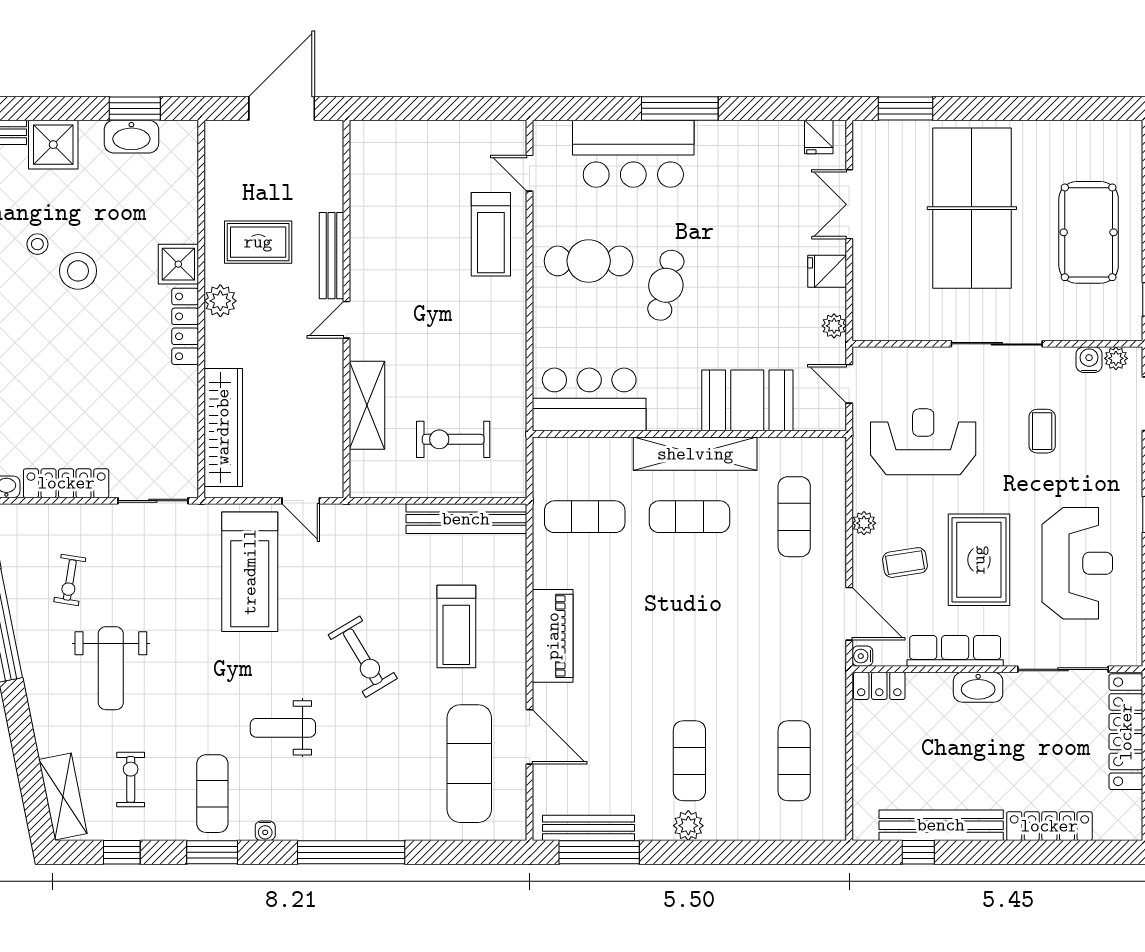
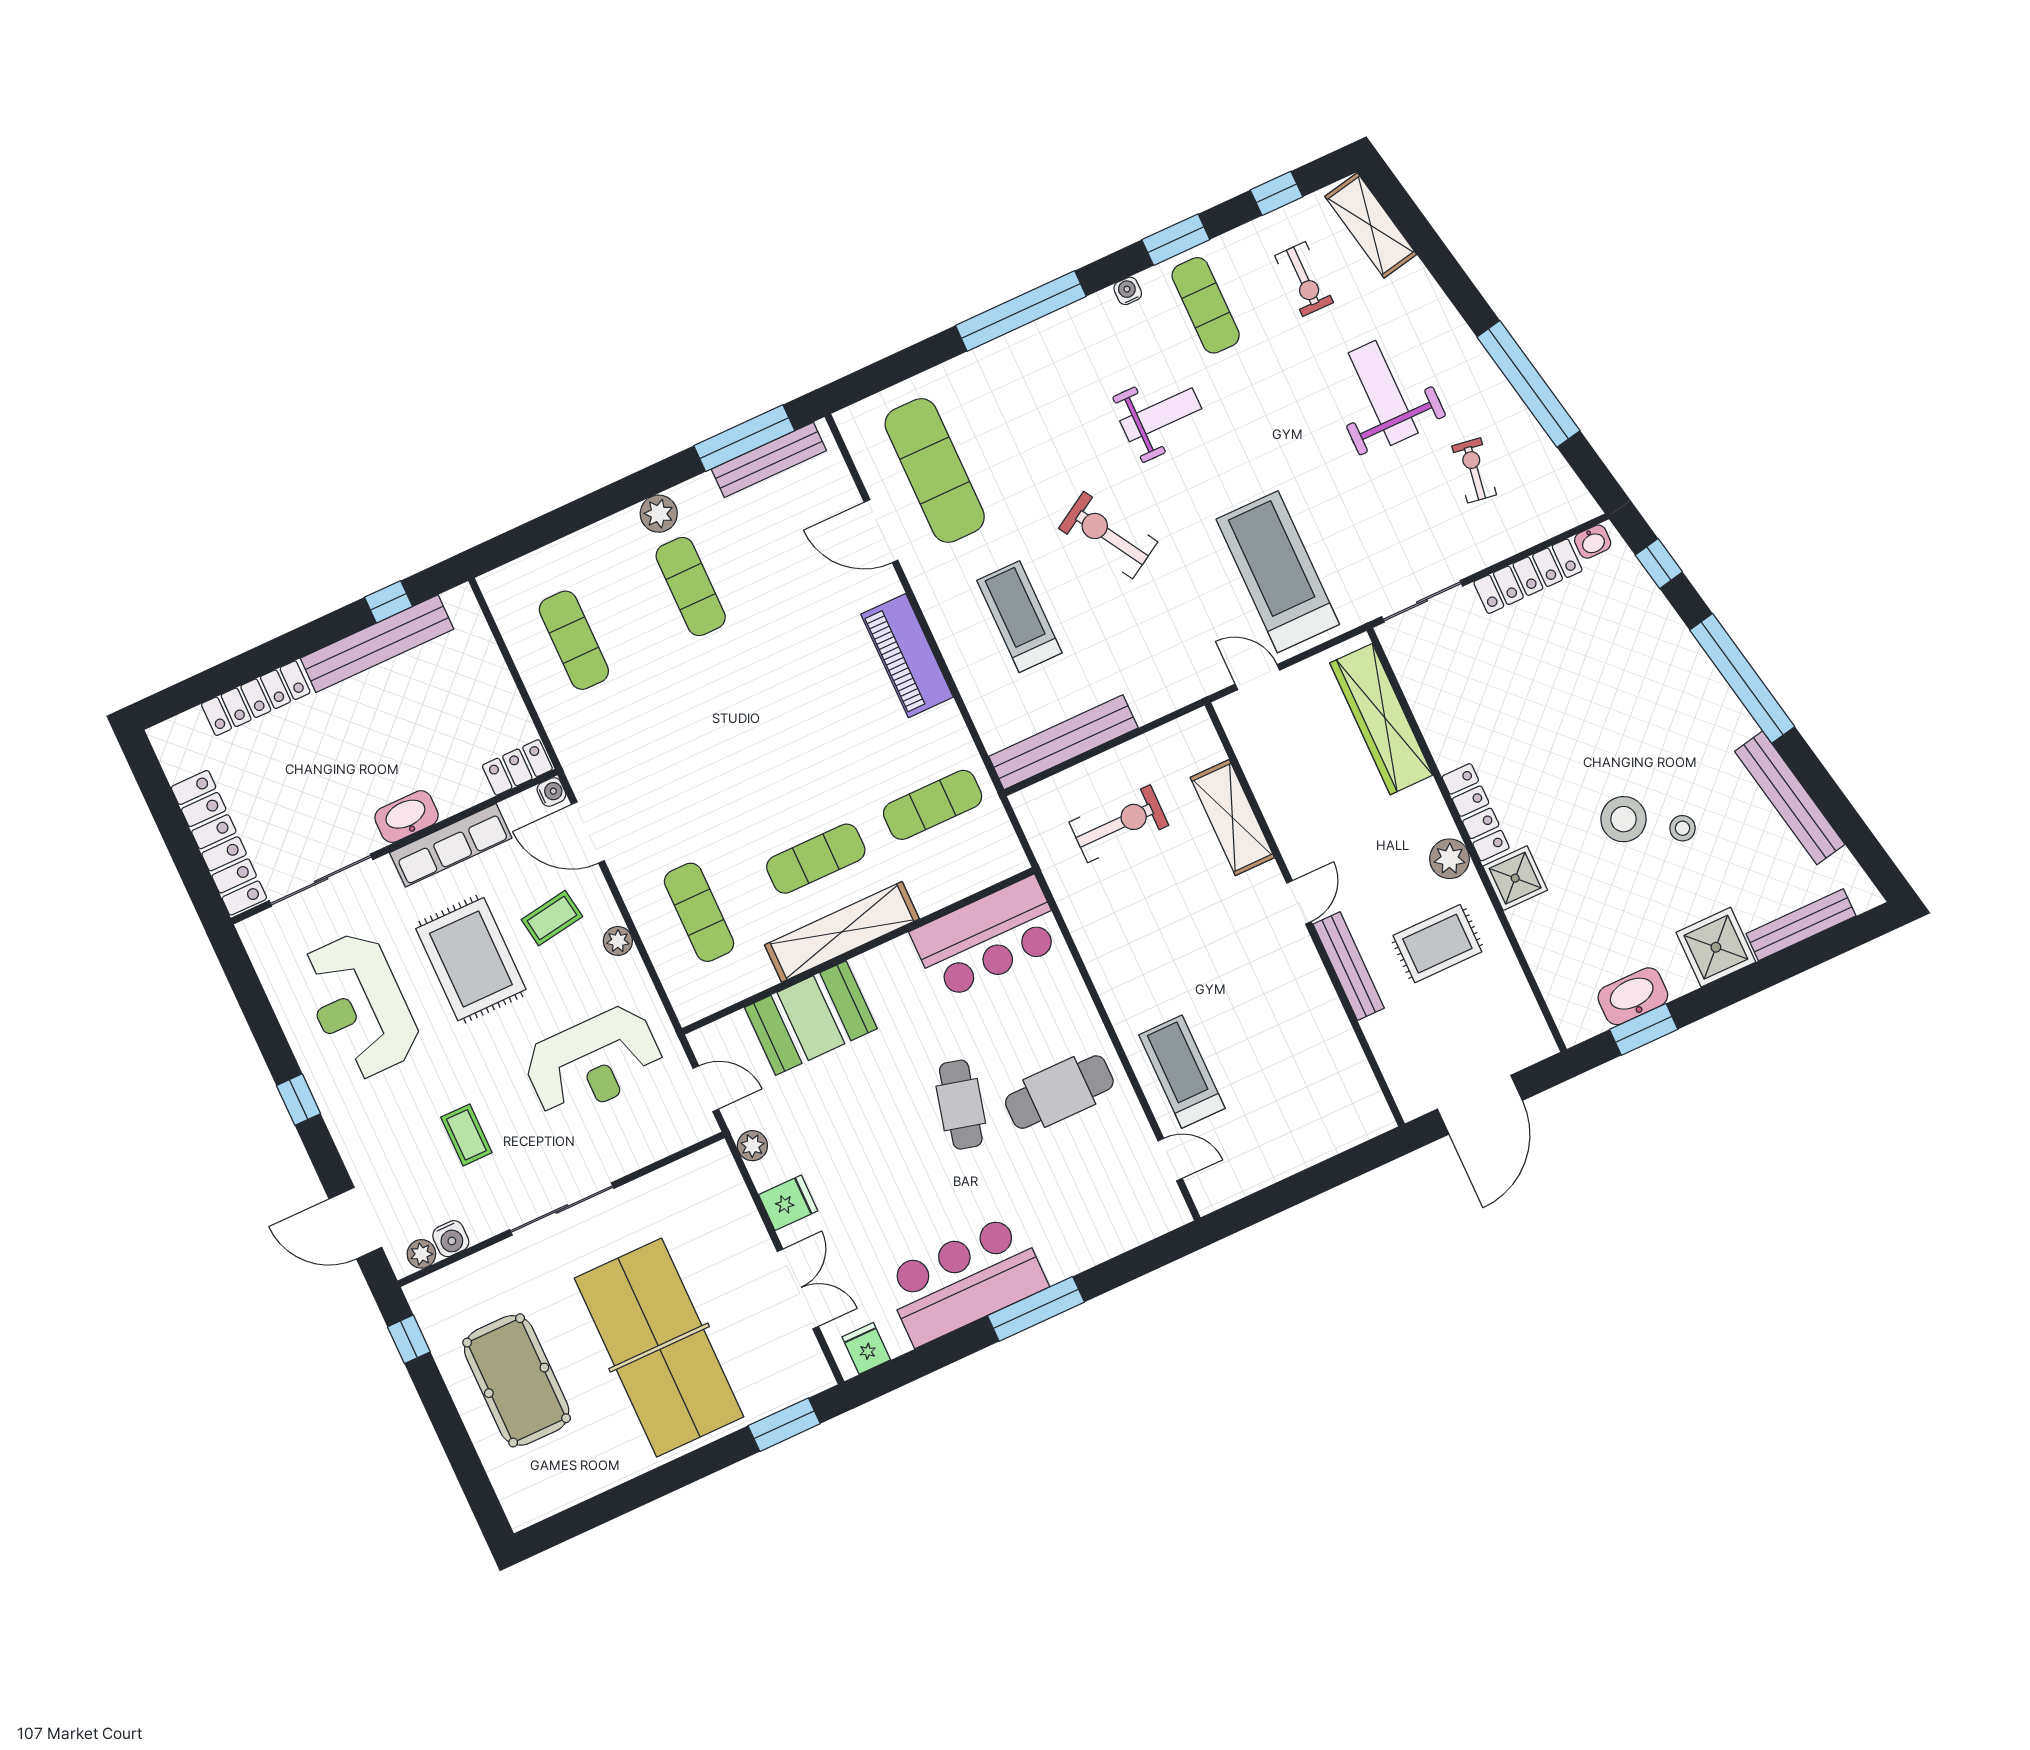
bar counter: (633, 154) -> (965, 1280), moved

